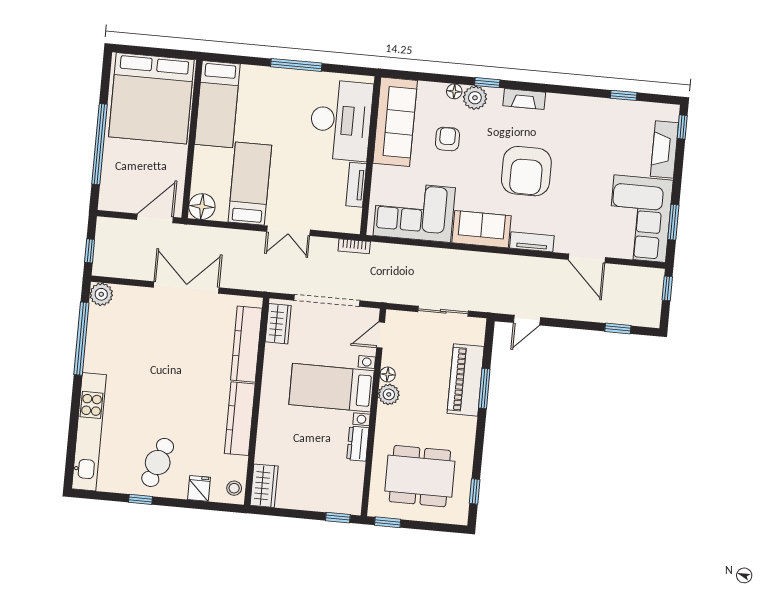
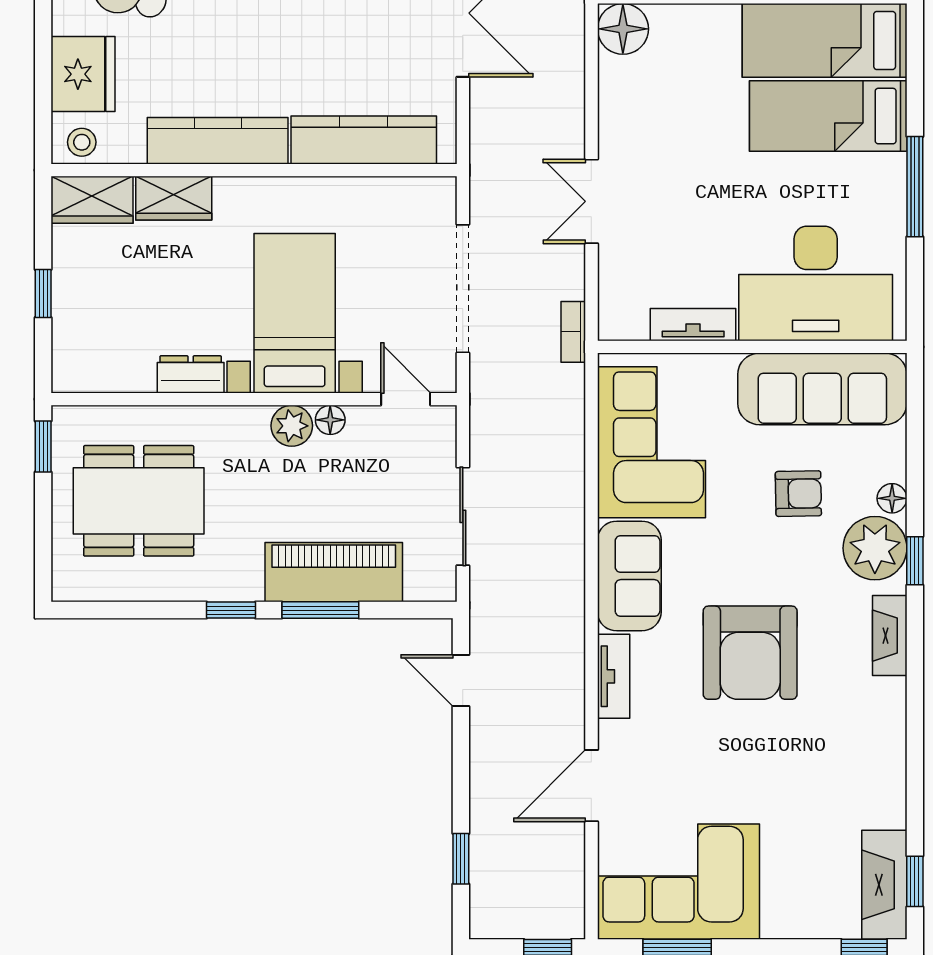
window: (624, 95) -> (915, 881), moved
plant: (475, 98) -> (875, 548), width x1.36, depth x1.36
fireplace: (664, 149) -> (884, 885), moved, turned -90
armchair: (526, 171) -> (750, 653), turned -90
bed: (250, 184) -> (828, 116), moved, turned 180
wardrobe: (278, 324) -> (174, 198), moved
dining table: (420, 476) -> (139, 501), turned 90
fridge: (199, 488) -> (83, 74), width x1.88, depth x1.34
window: (475, 491) -> (231, 610), moved
window: (338, 518) -> (43, 293), moved

